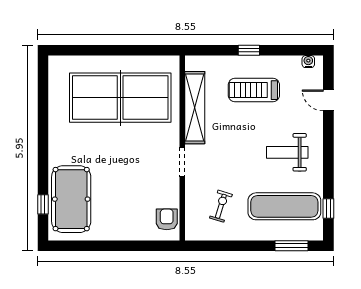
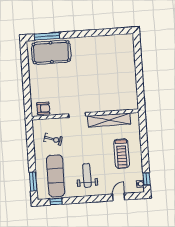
window: (249, 50) -> (147, 179), moved
treadmill: (254, 90) -> (122, 154), turned 180
table tennis table: (120, 98) -> (112, 77), removed
window: (43, 204) -> (47, 36), width x2.17

